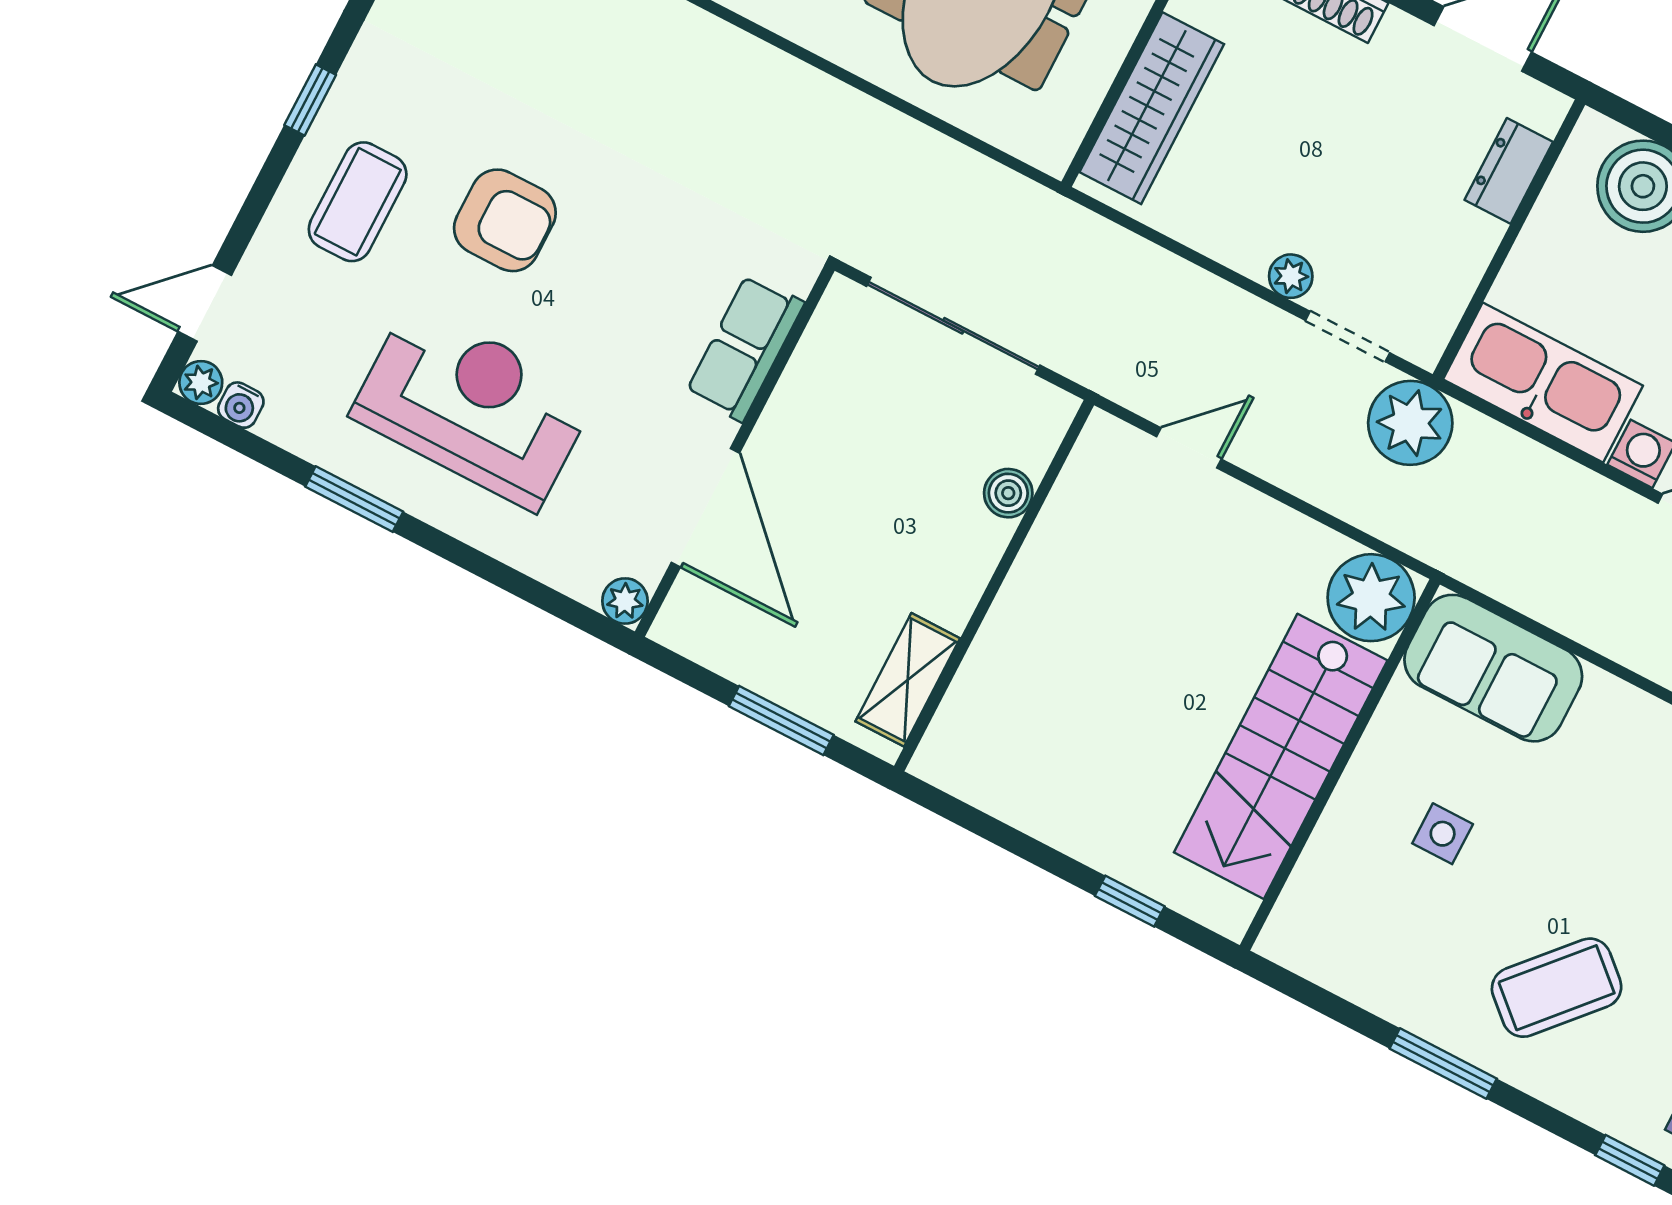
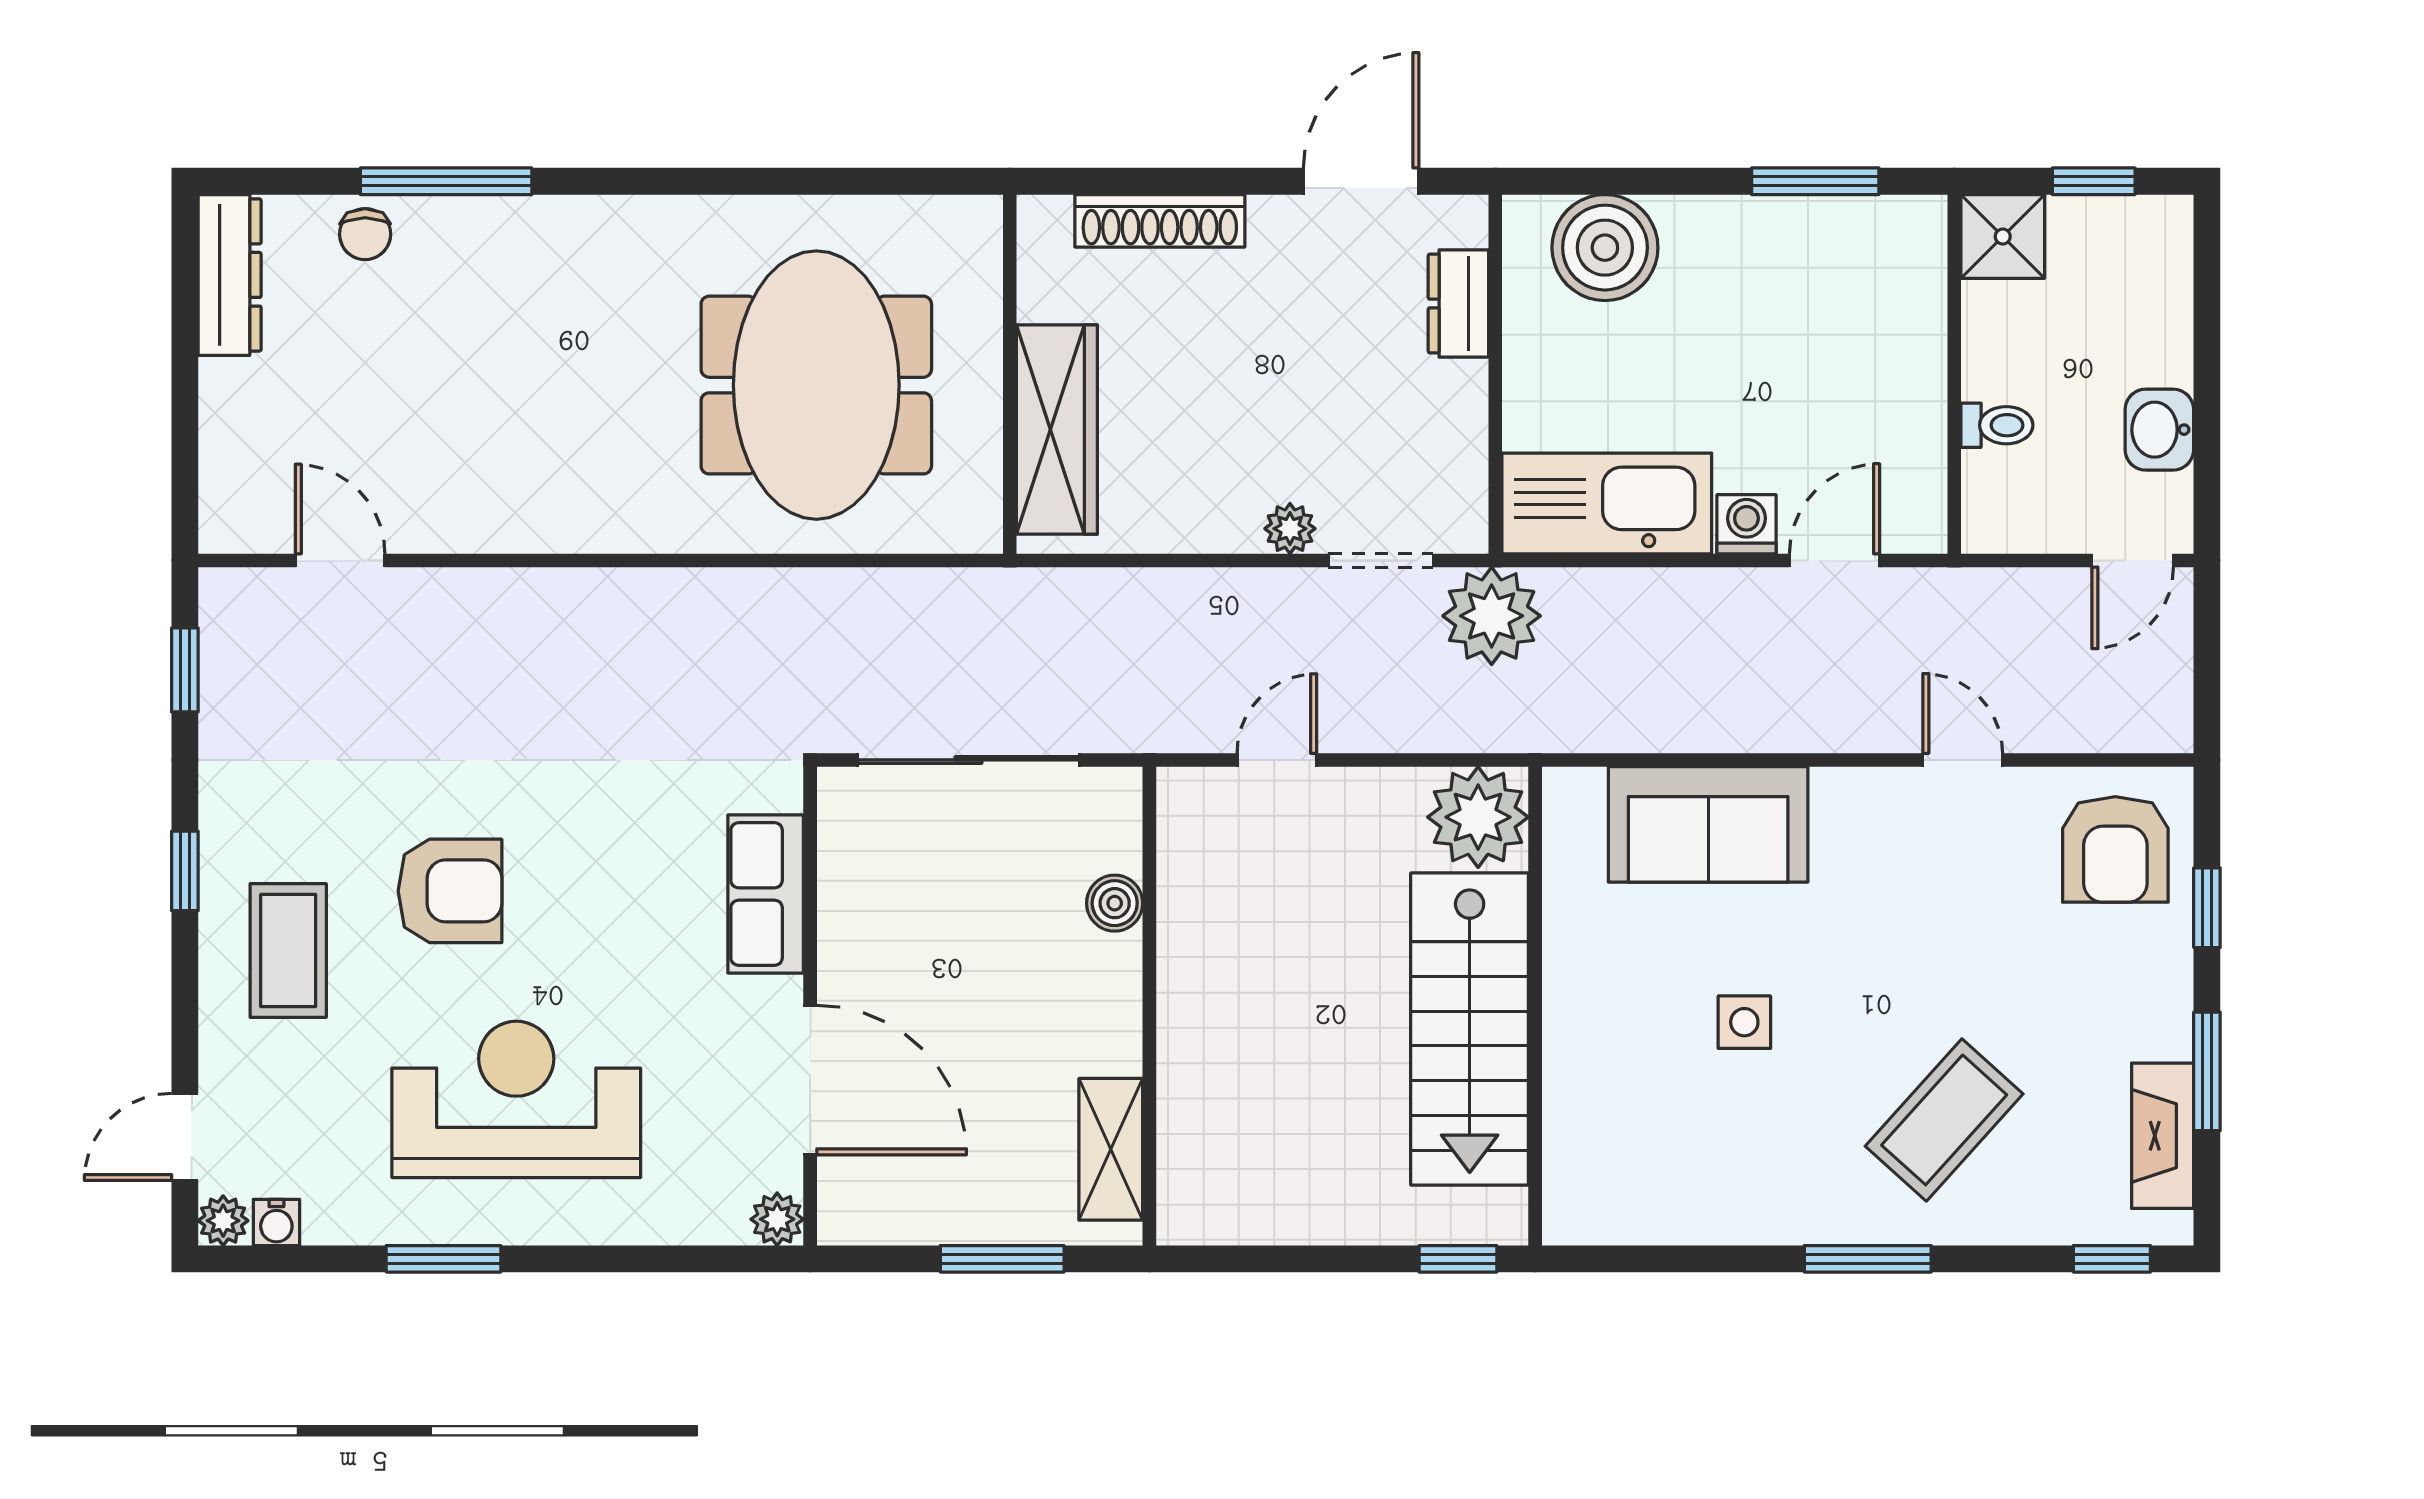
plant: (1371, 598) -> (1478, 817), moved
stairs: (1281, 756) -> (1470, 1029), moved
wall: (1340, 765) -> (1535, 1006), moved

